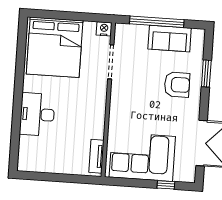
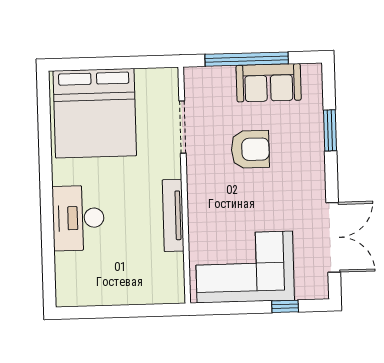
nightstand: (104, 29) -> (167, 78), removed
armchair: (177, 85) -> (250, 149), moved
tv unit: (96, 156) -> (173, 215), moved, width x1.41

